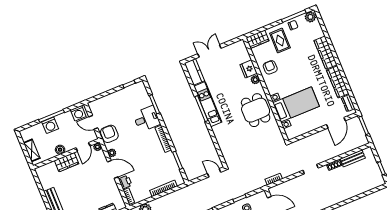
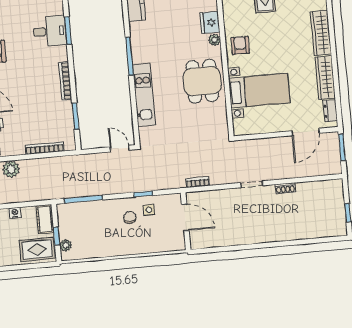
armchair: (270, 67) -> (240, 45), moved
kitchen unit: (208, 104) -> (144, 95), moved
desk: (147, 119) -> (50, 31), moved
bench: (353, 158) -> (313, 187), removed

